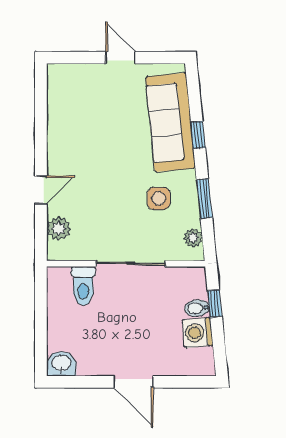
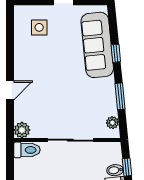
side table: (159, 198) -> (39, 27), moved
plant: (59, 228) -> (22, 130), moved
toilet: (83, 286) -> (27, 150), moved, turned -90

